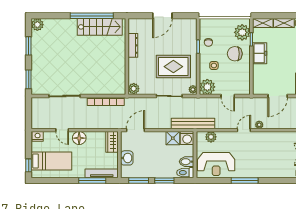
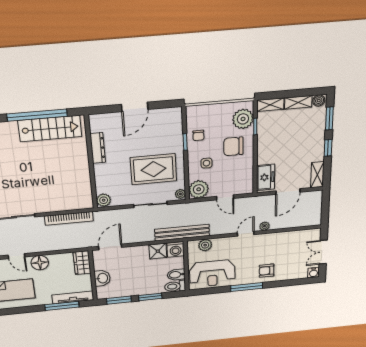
freezer: (260, 53) -> (266, 177), moved
armchair: (261, 167) -> (267, 271), added

